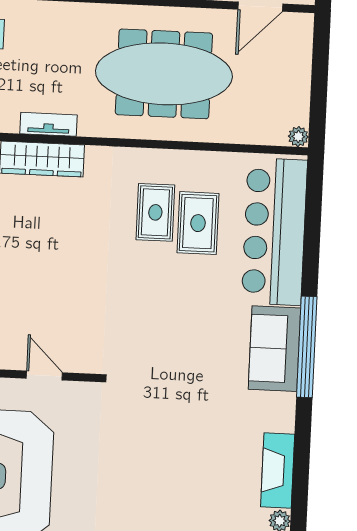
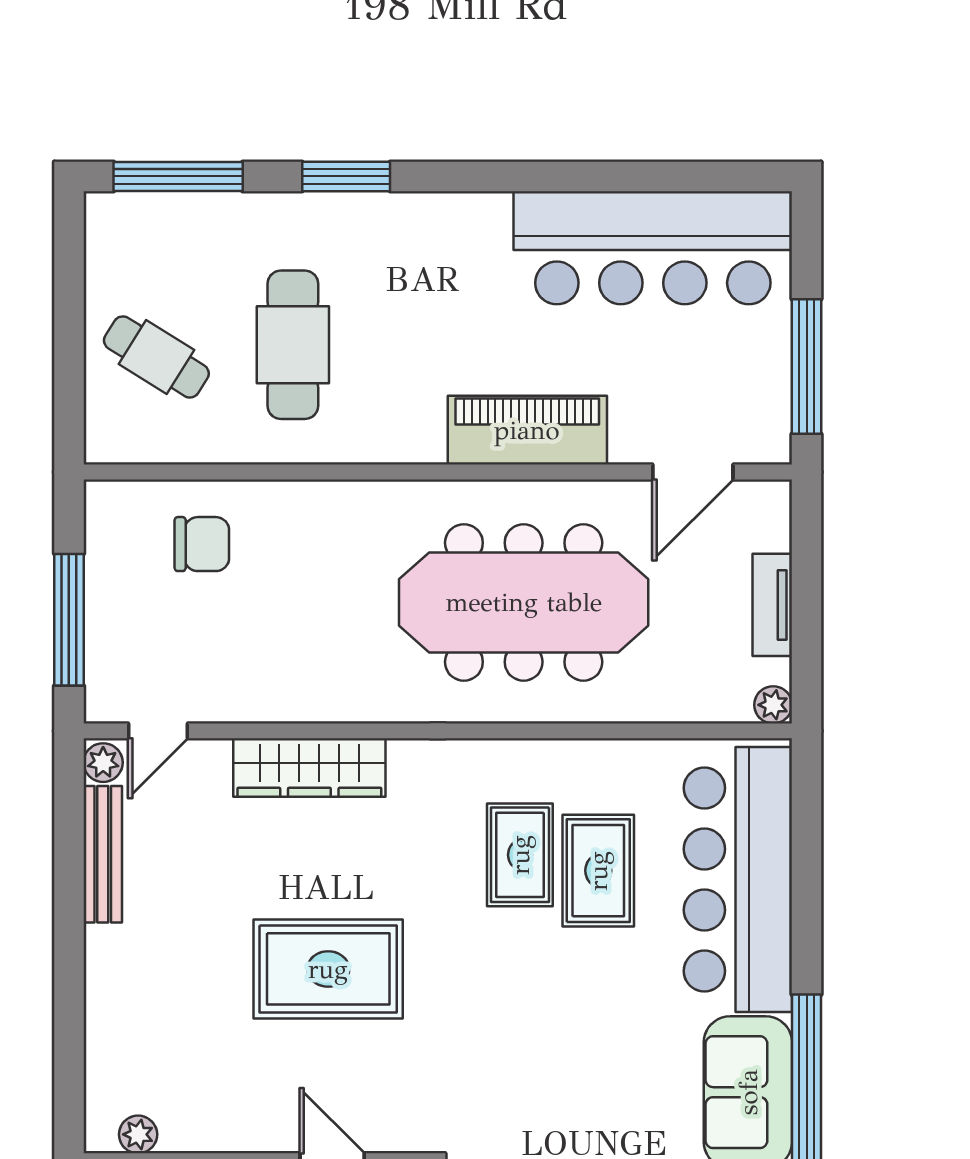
tv unit: (49, 124) -> (772, 605), moved, turned -90
rug: (47, 270) -> (328, 969), added

